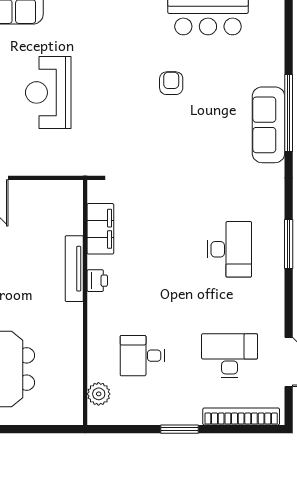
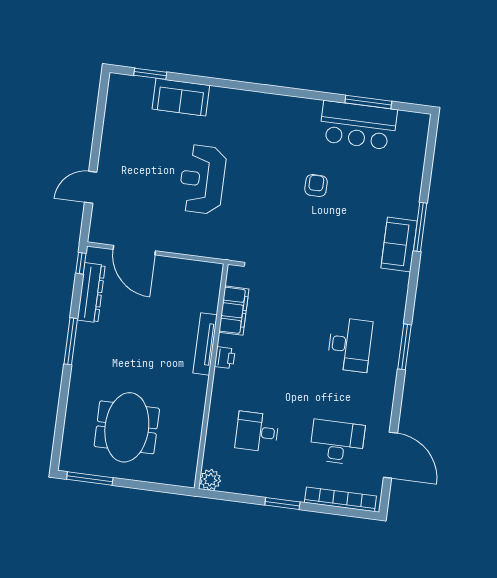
window: (289, 113) -> (420, 227), width x0.68
sofa: (268, 125) -> (399, 245), width x0.73
plant: (99, 394) -> (210, 480), moved

